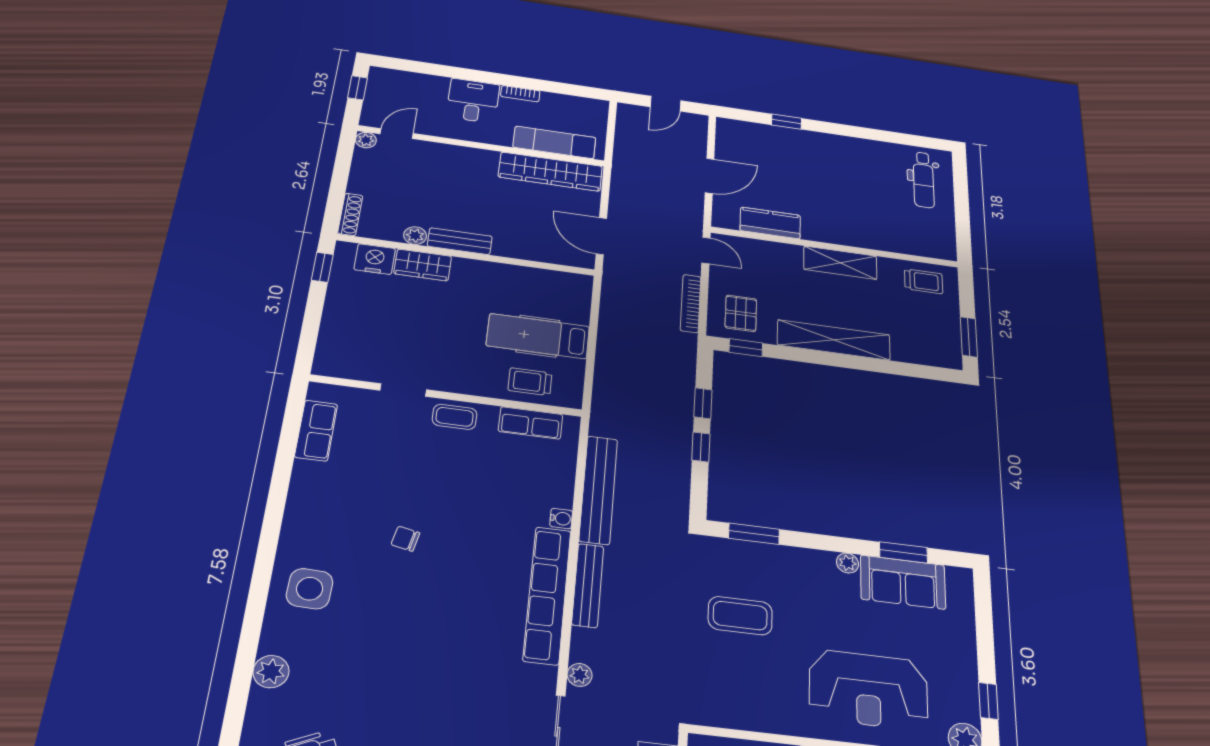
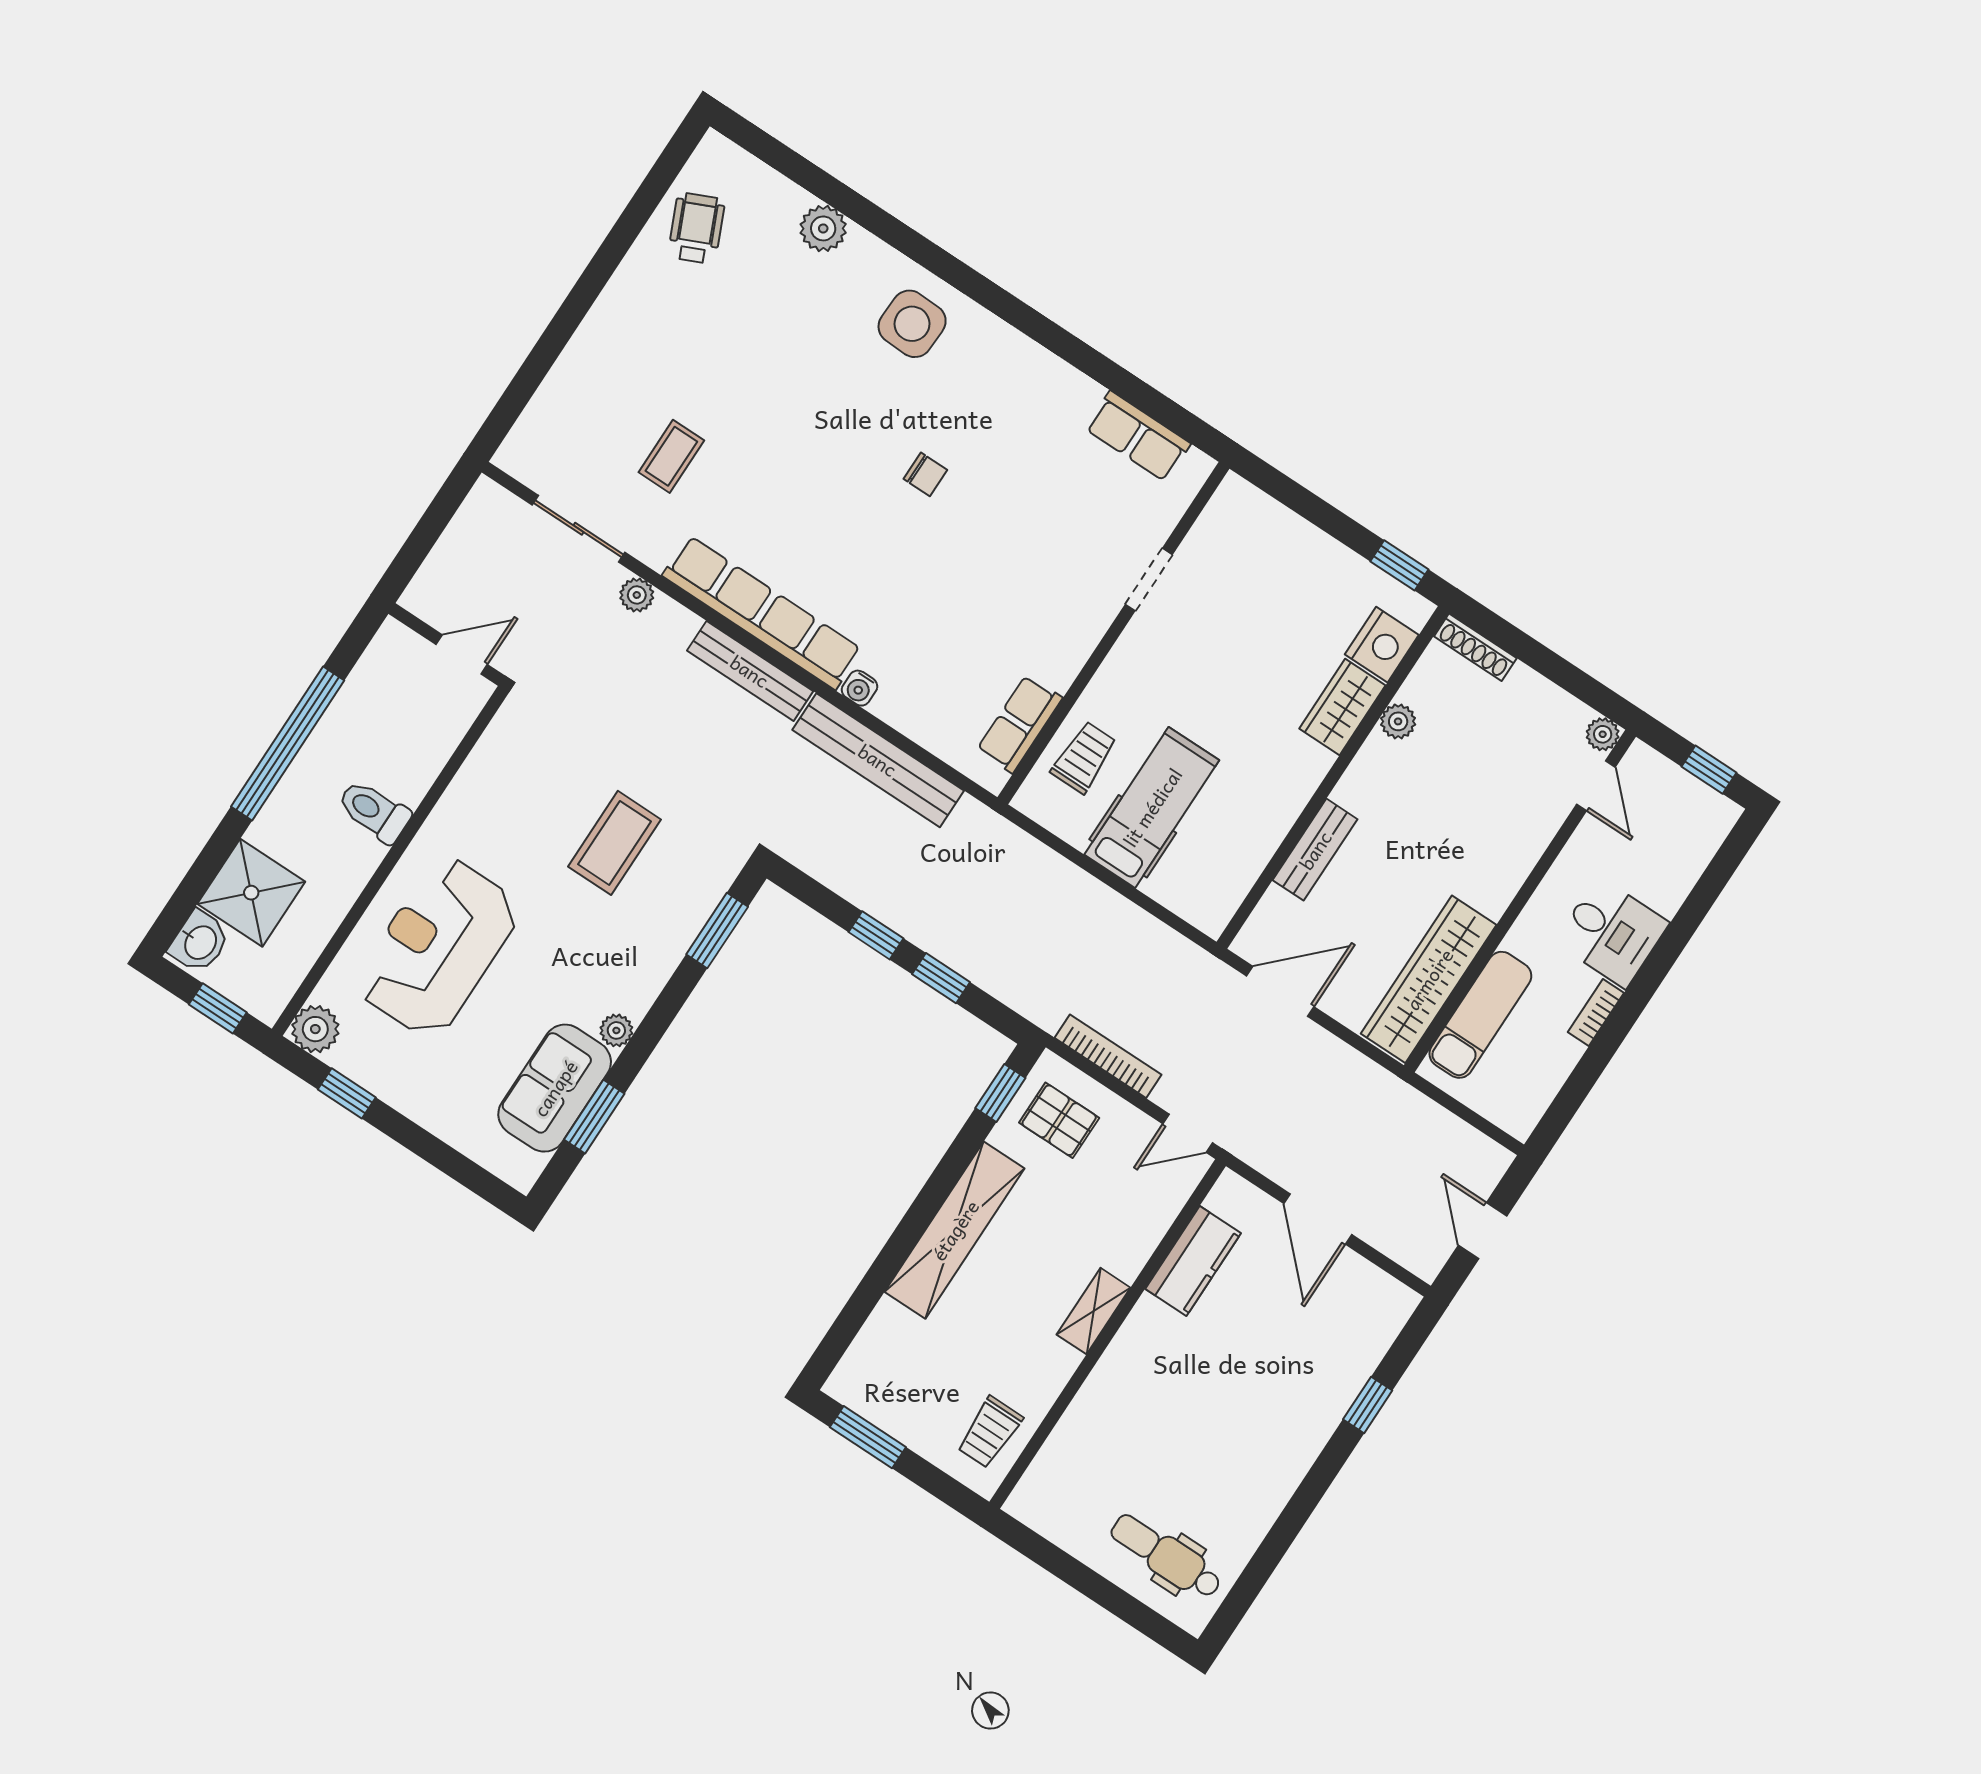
bench: (460, 241) -> (1315, 850), moved
shelving: (840, 263) -> (1094, 1311), width x0.67, depth x0.75
coffee table: (455, 417) -> (671, 456), moved
chair: (405, 539) -> (925, 474), turned 78

